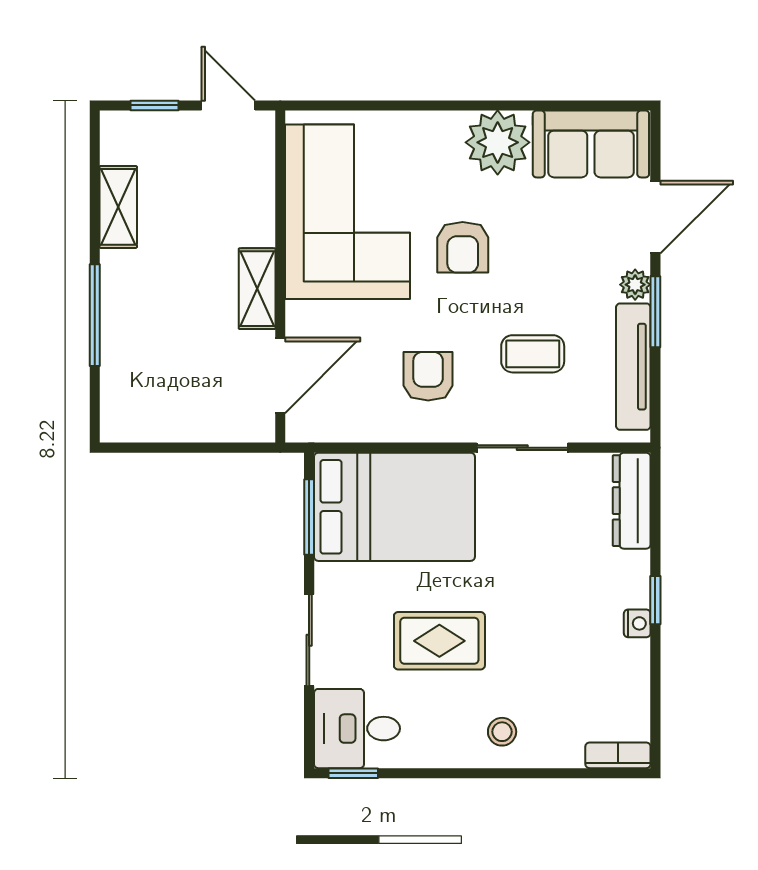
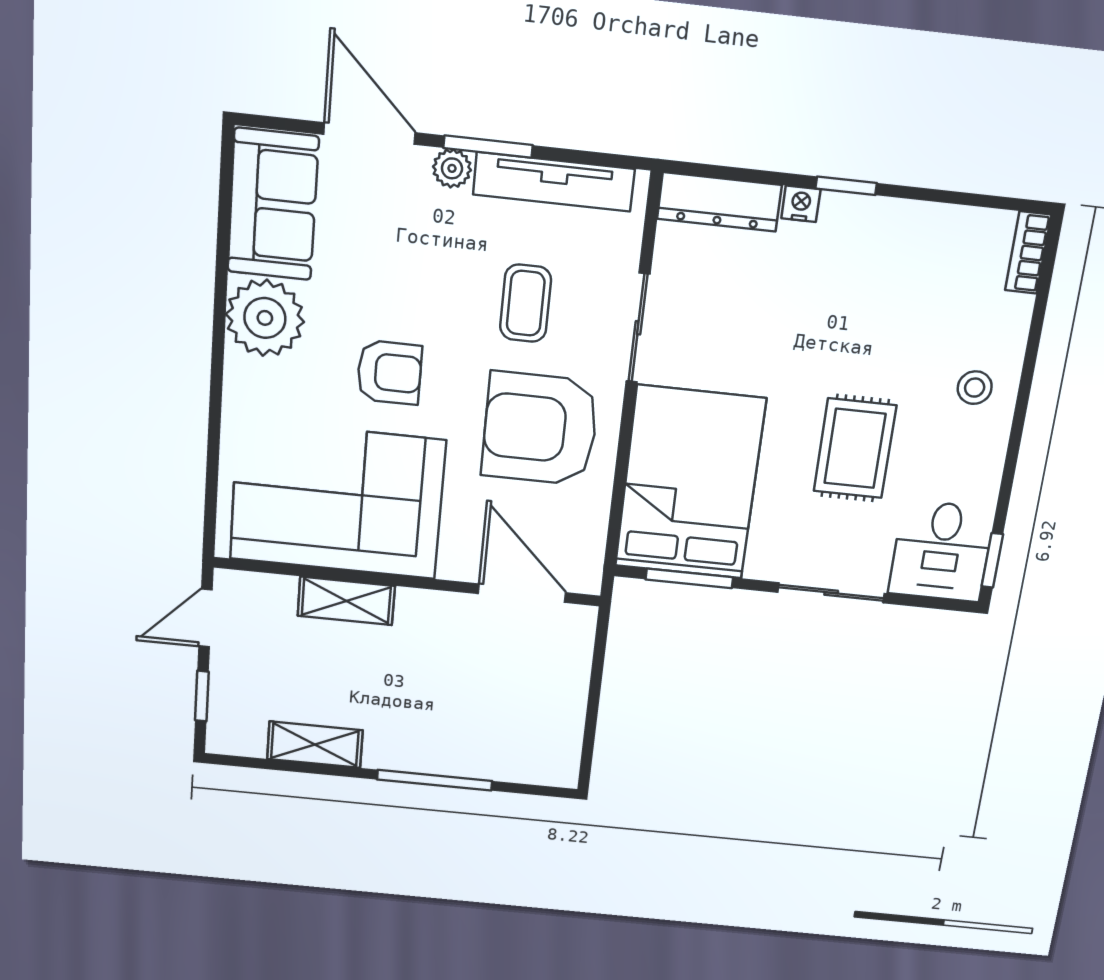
shelving: (257, 289) -> (346, 601), moved
armchair: (428, 376) -> (540, 429), width x1.88, depth x1.88
nightstand: (637, 623) -> (801, 204), moved

